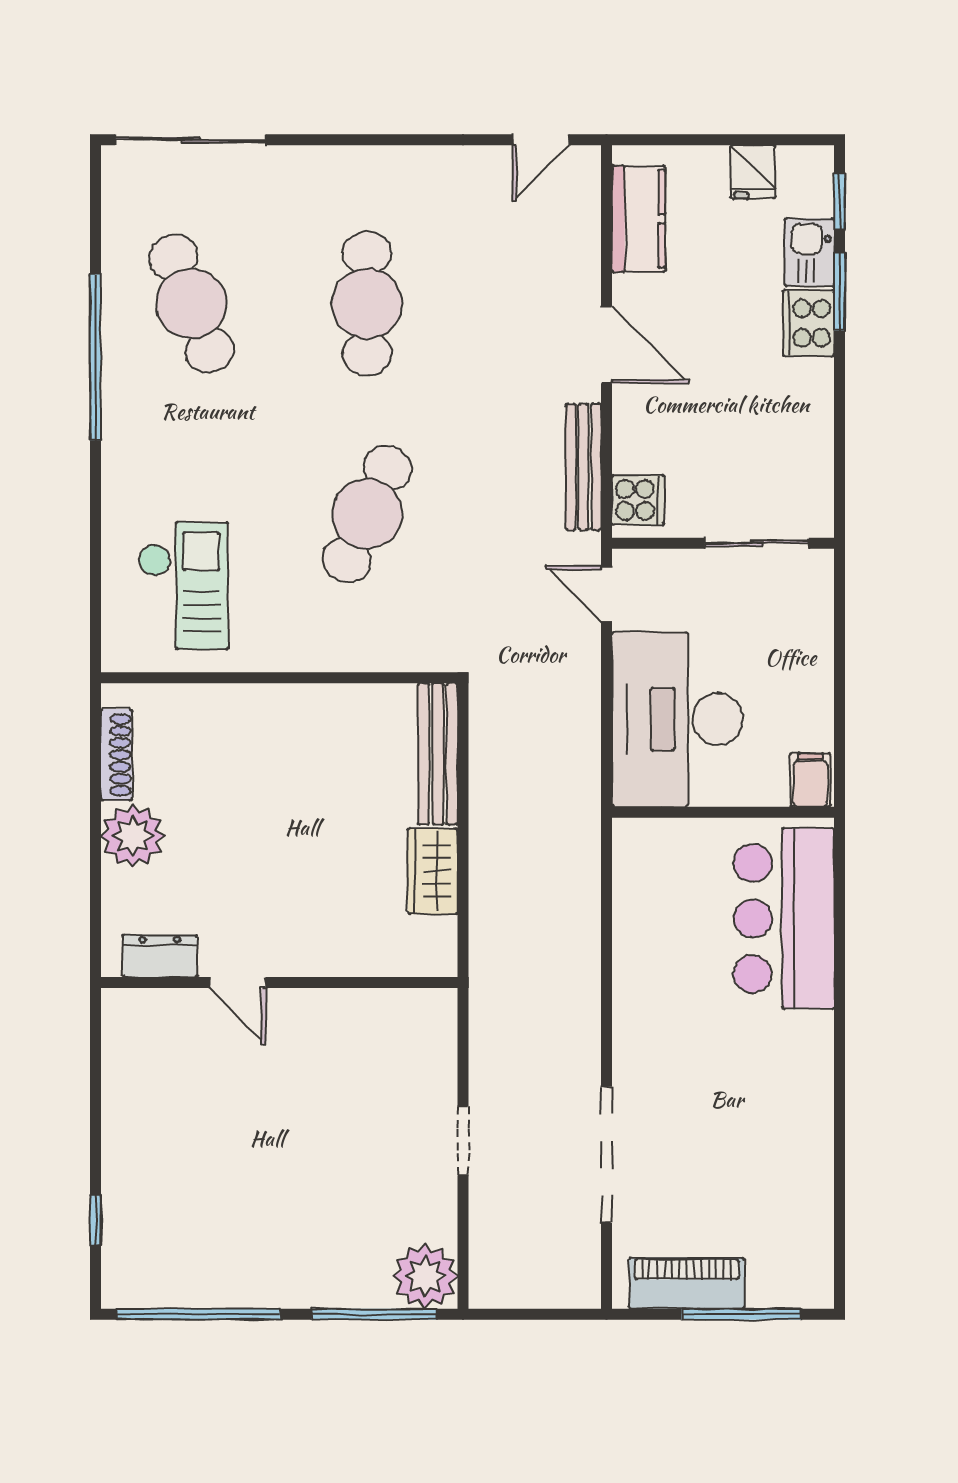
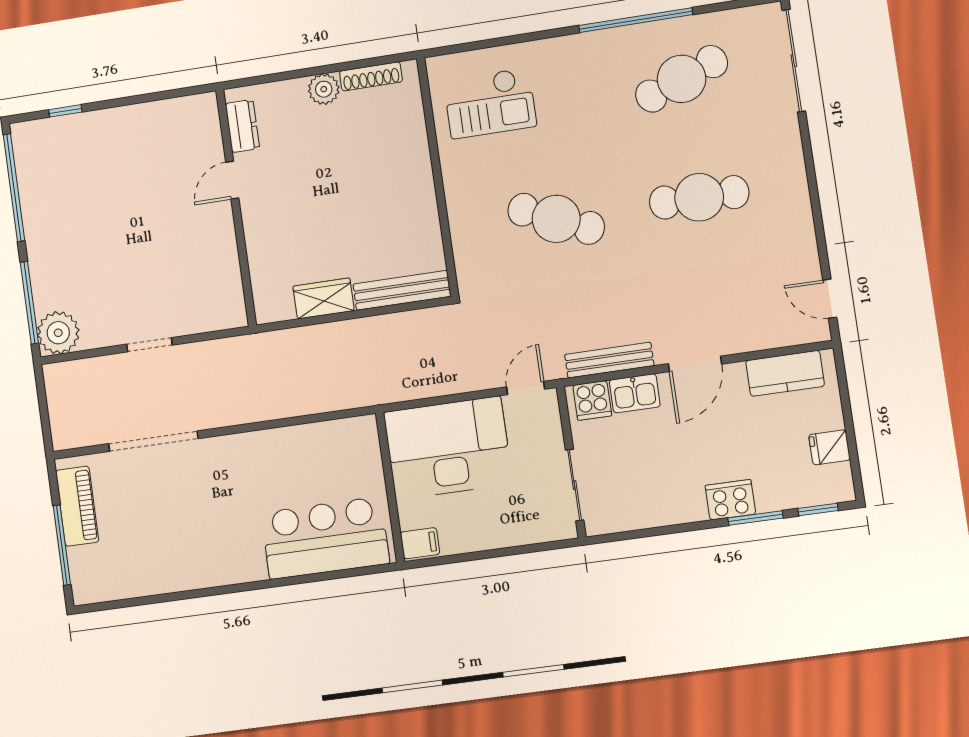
kitchen sink: (809, 252) -> (635, 393), moved, turned 180
plant: (133, 836) -> (324, 89), width x0.73, depth x0.73

